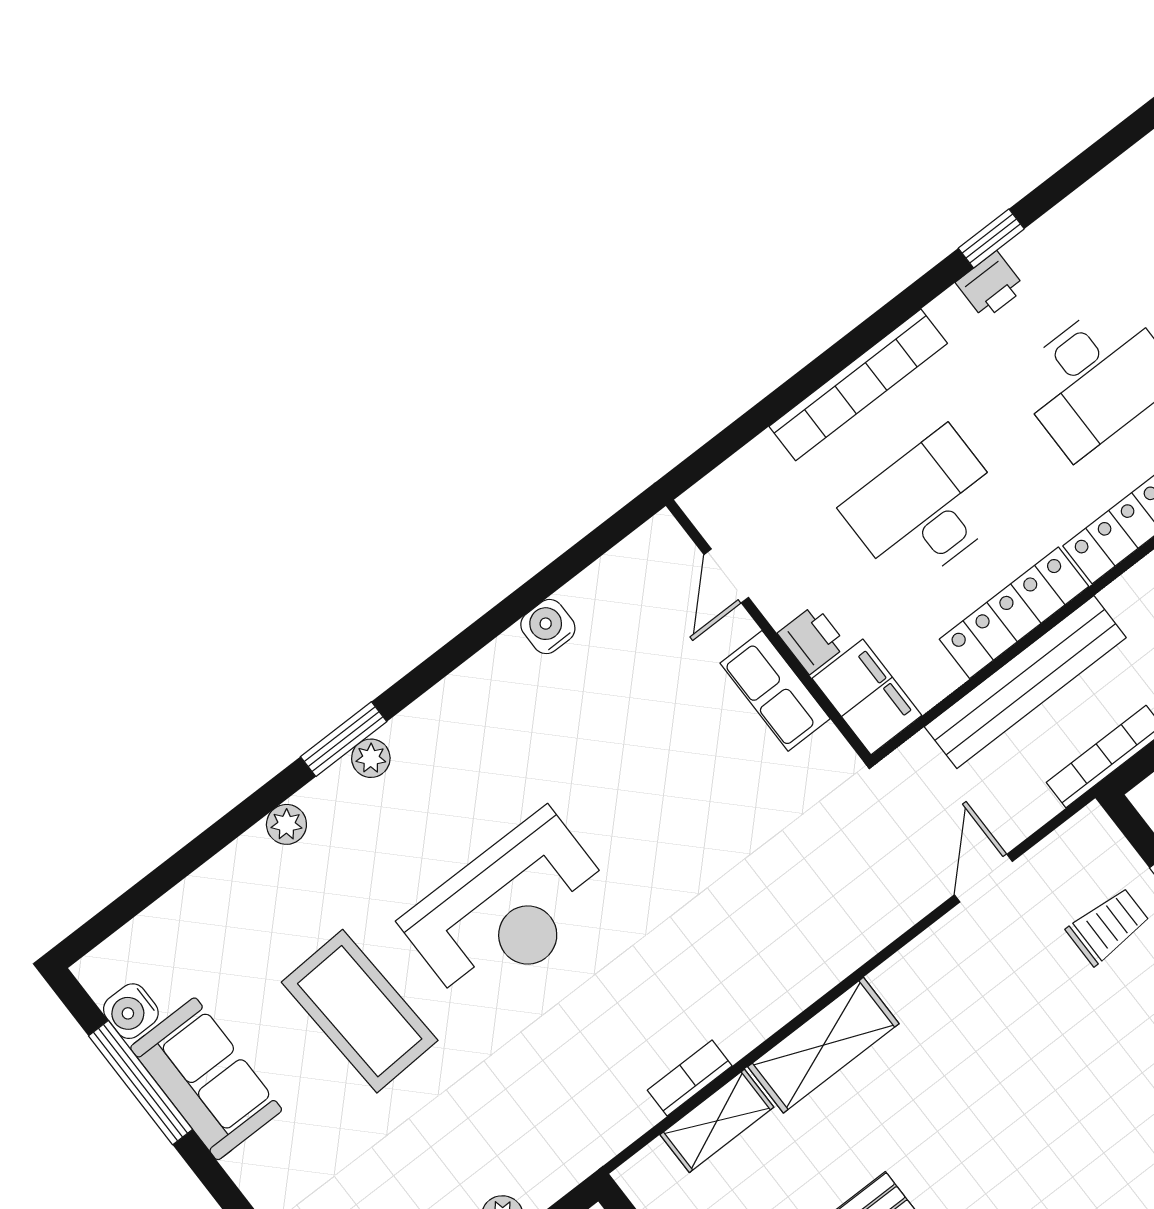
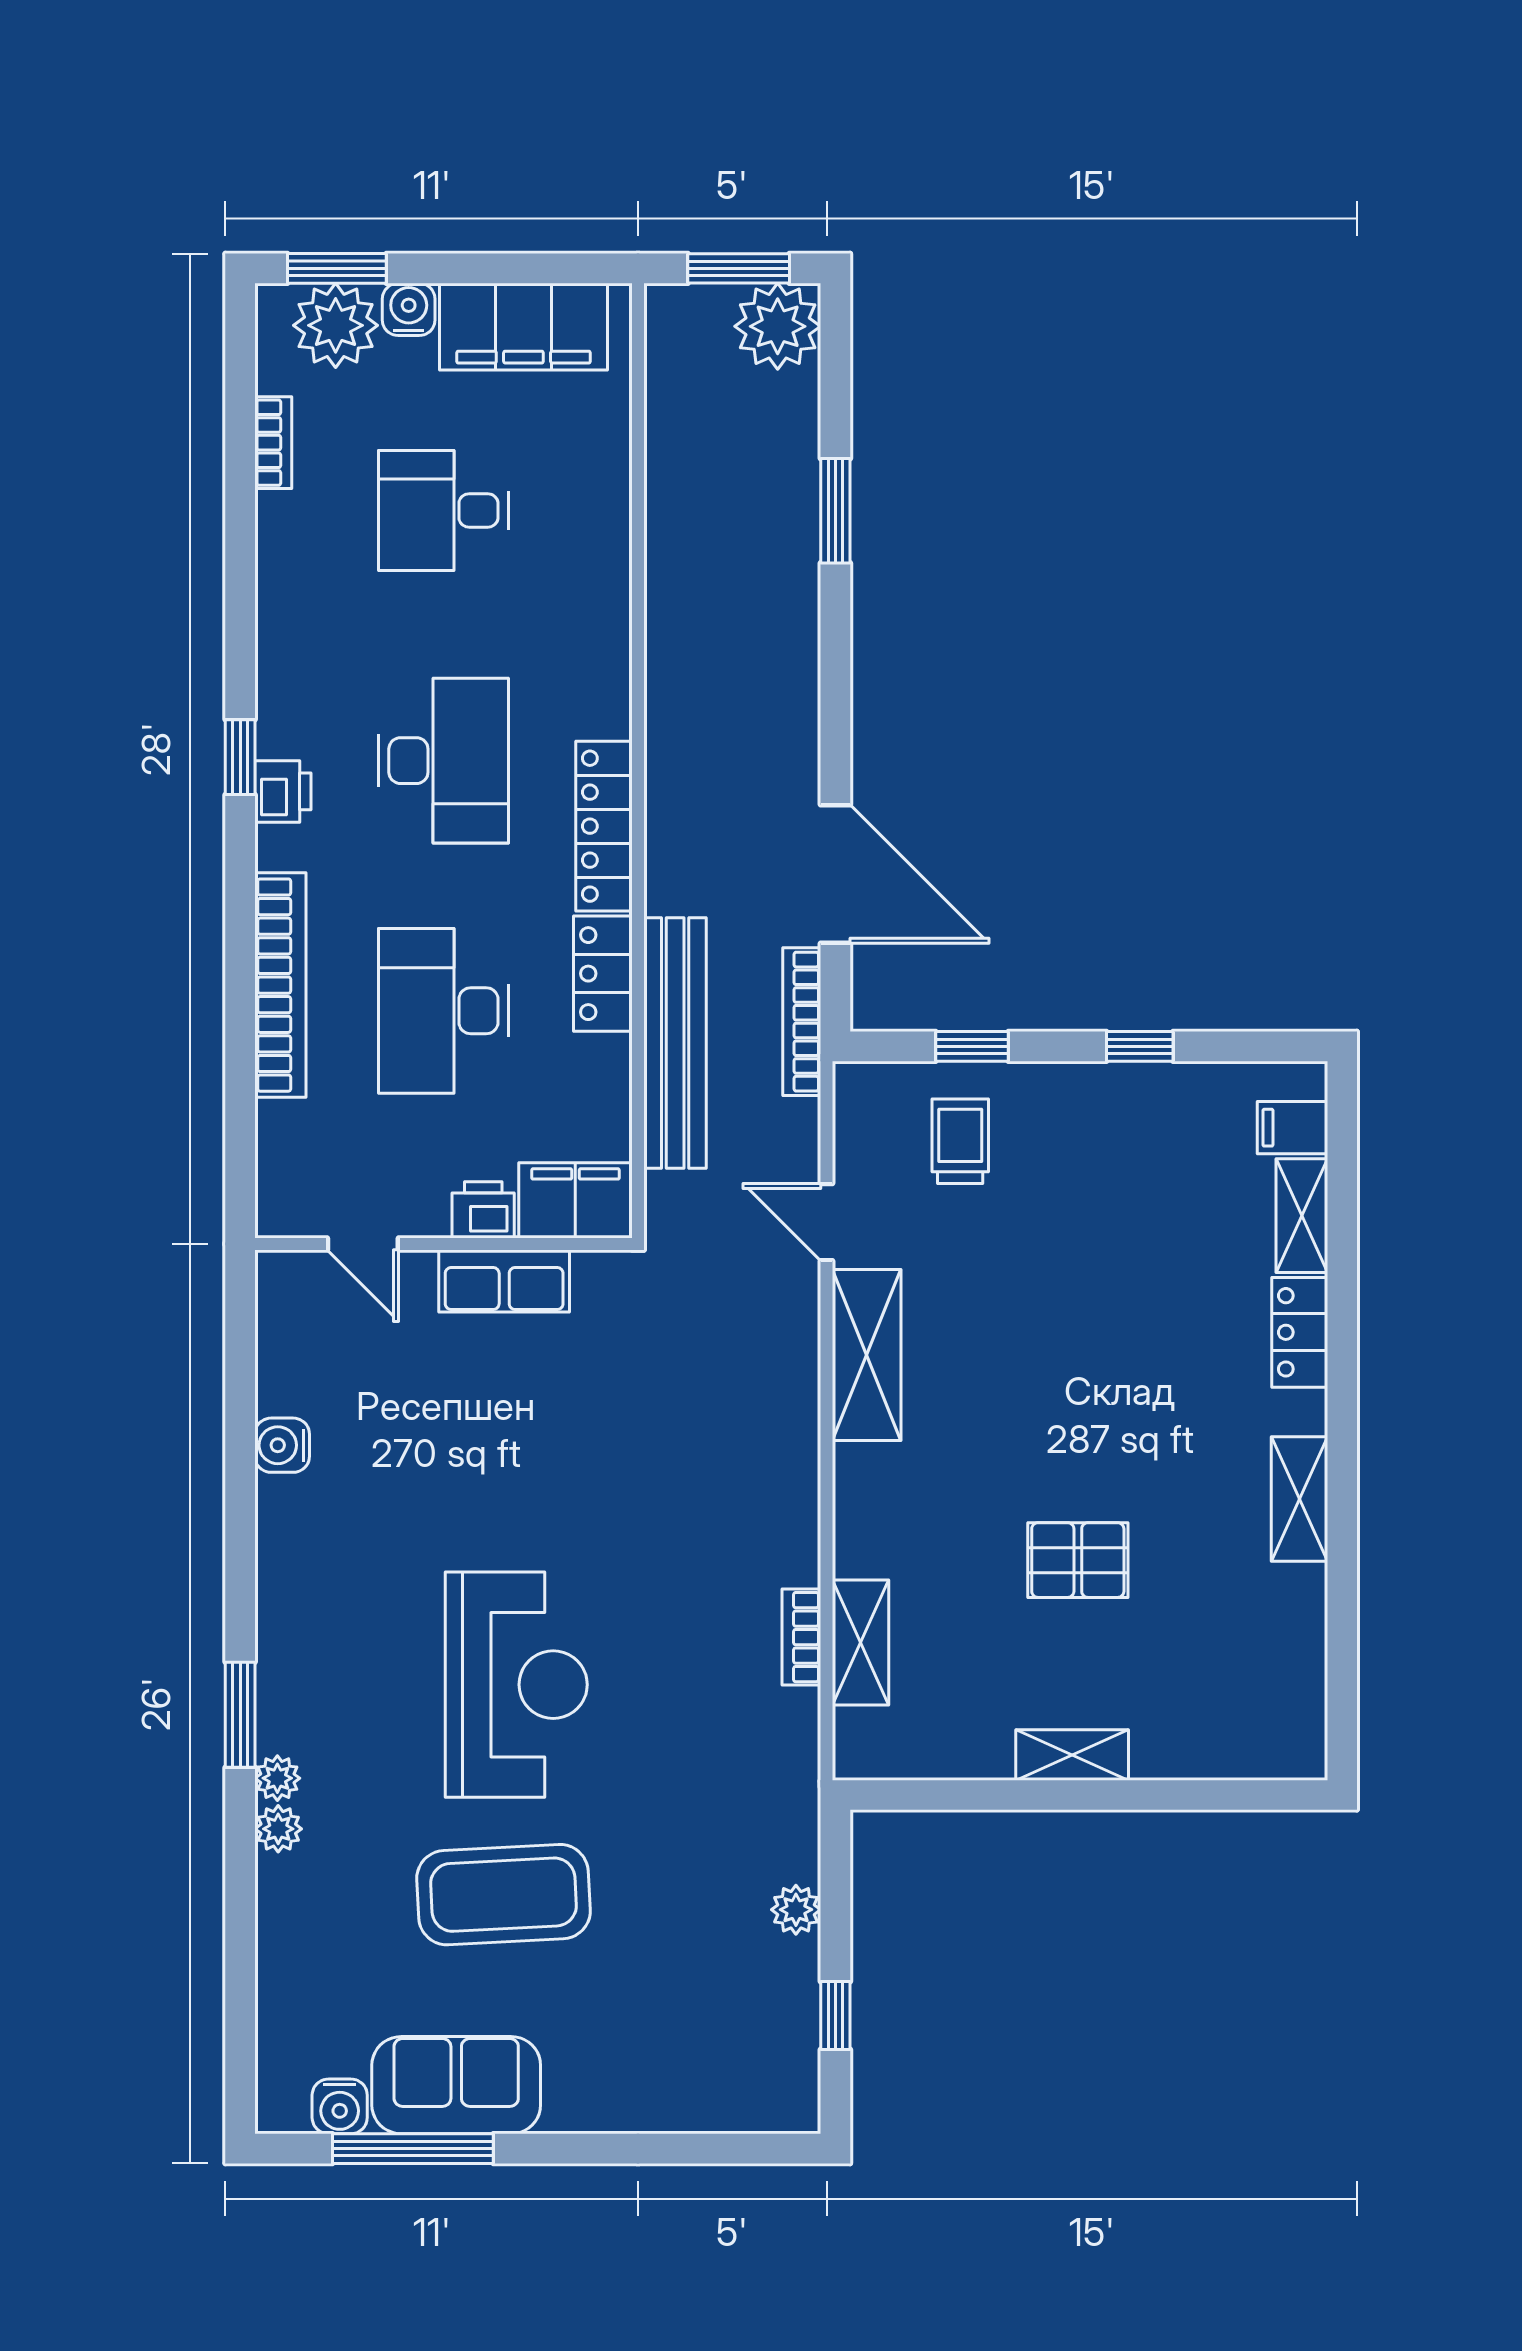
locker: (1014, 613) -> (603, 974), width x0.66
plant: (371, 758) -> (277, 1778), moved
shelving: (823, 1045) -> (867, 1355), moved

